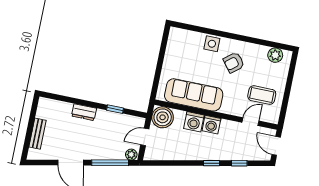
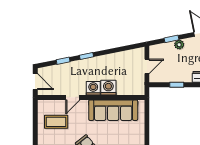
boiler: (163, 117) -> (135, 86), removed
door: (250, 122) -> (73, 97), moved
plant: (131, 155) -> (179, 45), moved
window: (110, 163) -> (172, 39), width x0.46

